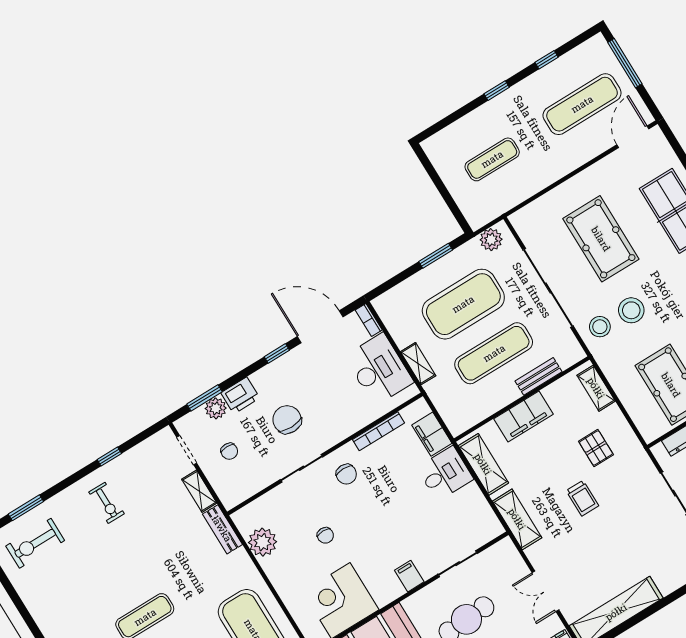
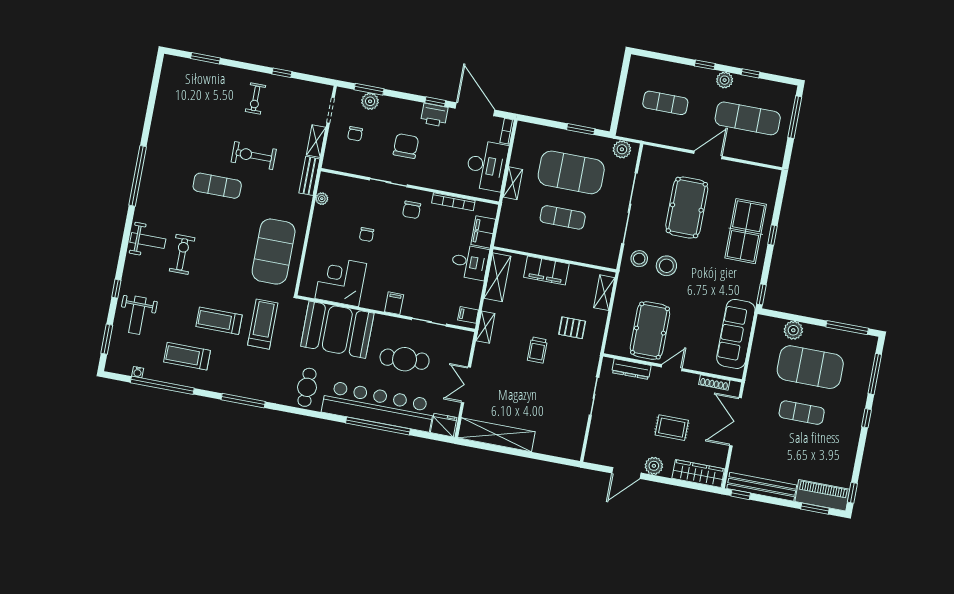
plant: (528, 88) -> (725, 80), added
door: (633, 137) -> (708, 155), moved
exercise mat: (494, 353) -> (563, 217), width x0.73, depth x0.69
bench: (538, 376) -> (577, 255), removed
printer: (240, 395) -> (434, 115), moved
pallet: (596, 448) -> (572, 328), turned 90
shelving: (517, 519) -> (485, 327), width x0.67, depth x0.75
filing cabinet: (488, 524) -> (468, 315), added
plant: (263, 542) -> (322, 199), width x0.53, depth x0.53
exercise bike: (35, 543) -> (254, 156), moved

